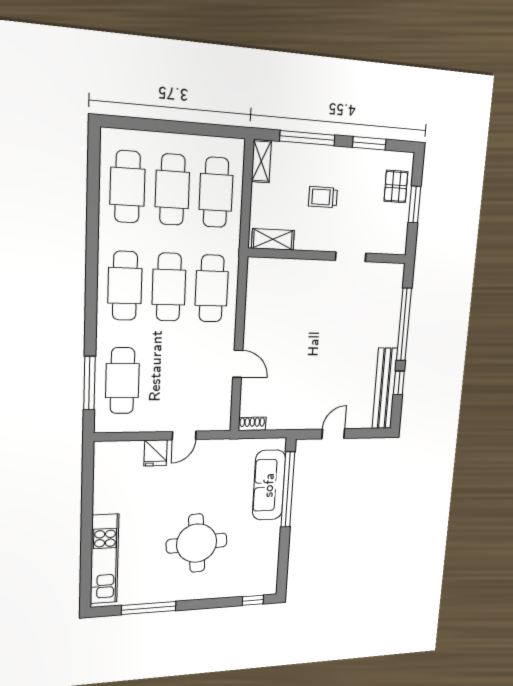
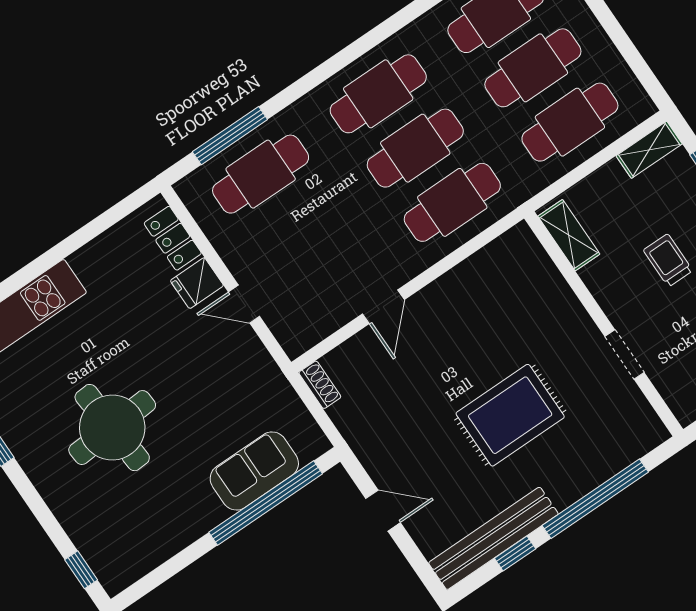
rug: (336, 338) -> (510, 415), added
locker: (123, 450) -> (173, 238), added
sofa: (269, 485) -> (254, 471), width x0.73

